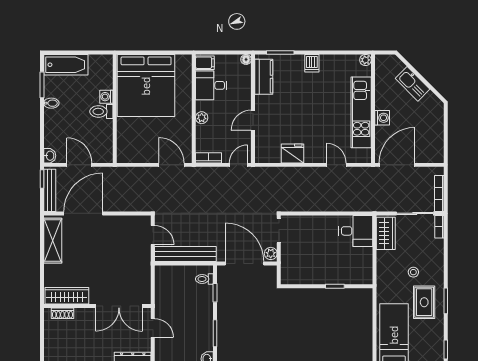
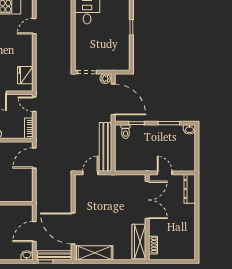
fridge: (293, 153) -> (25, 75), moved
door: (245, 264) -> (113, 99), swing flipped
door: (153, 328) -> (165, 173), hinge flipped

